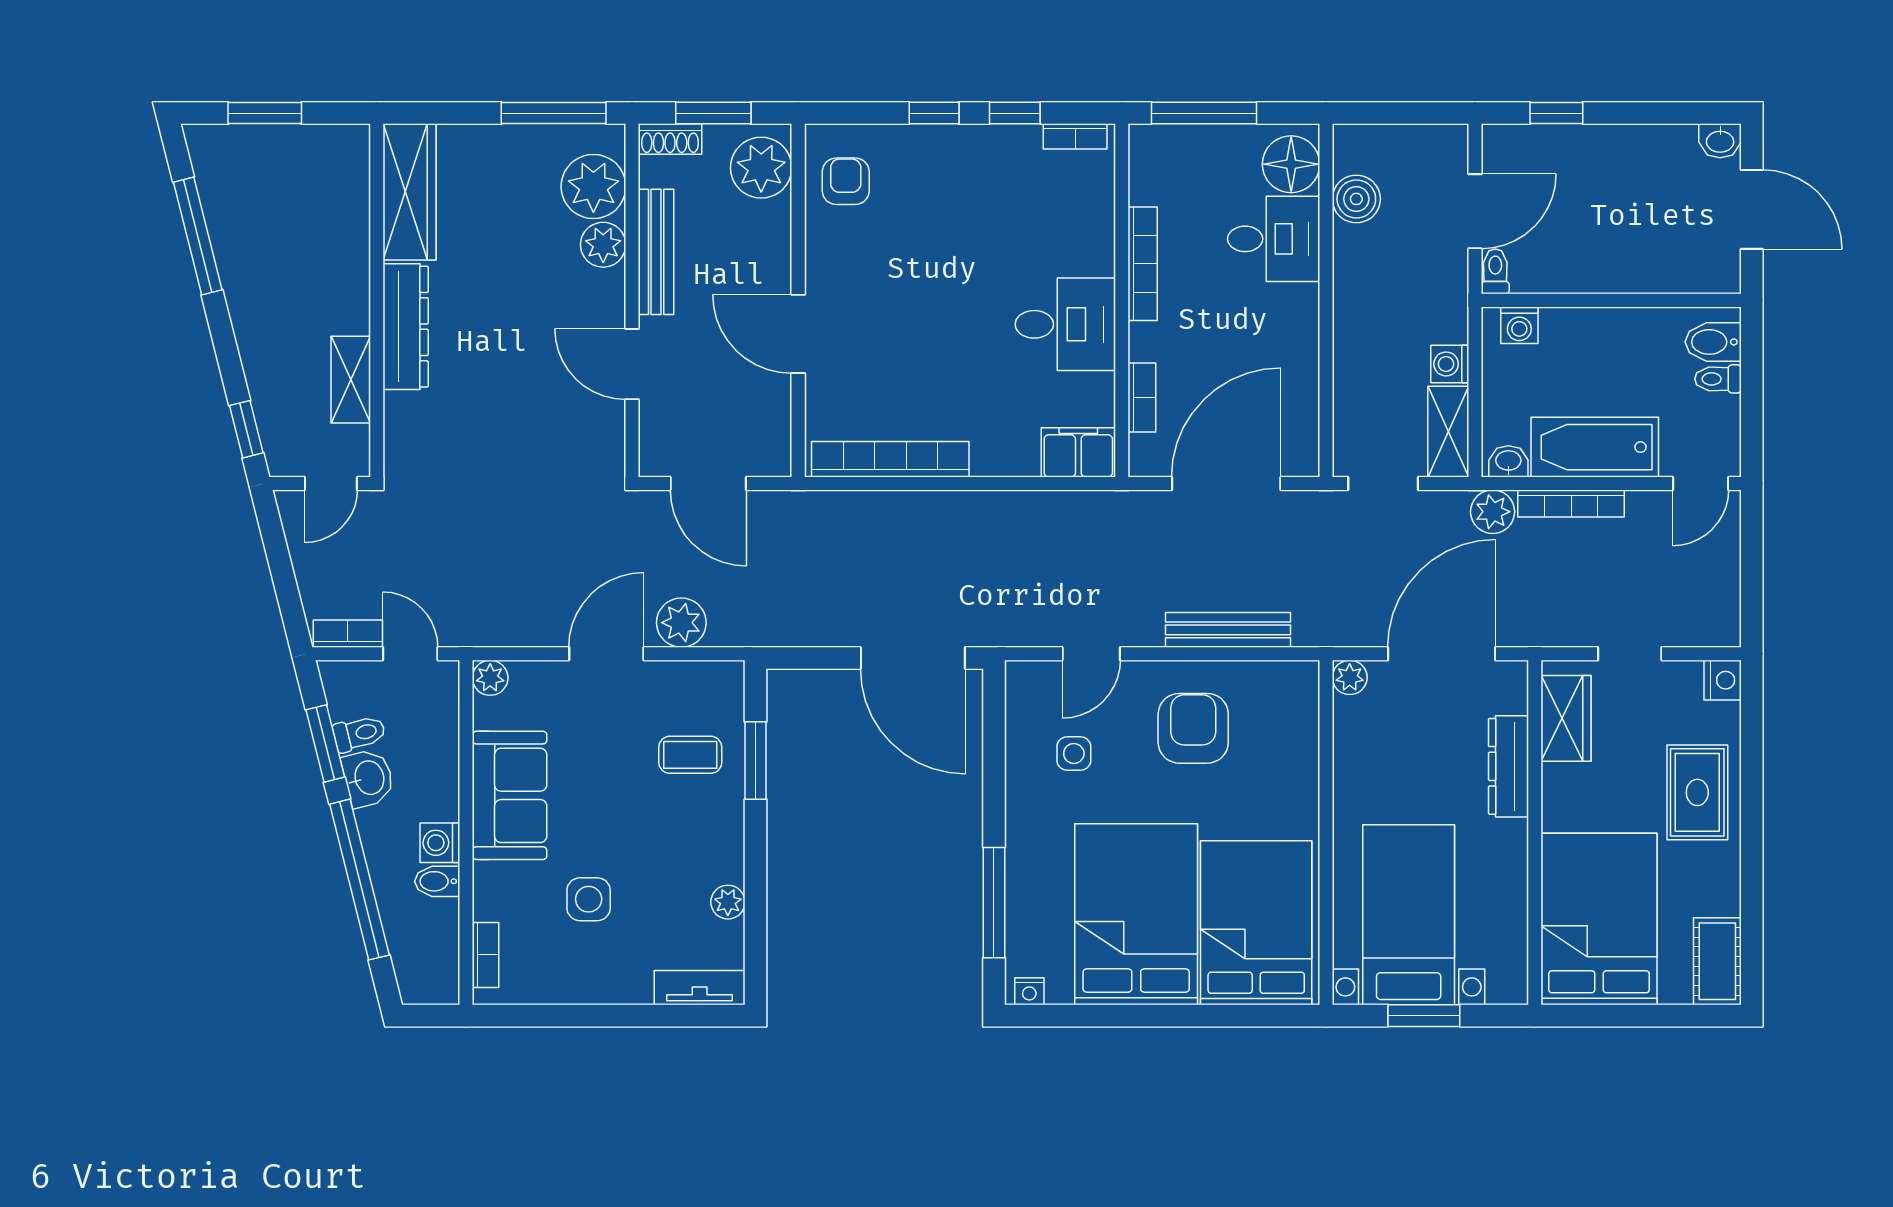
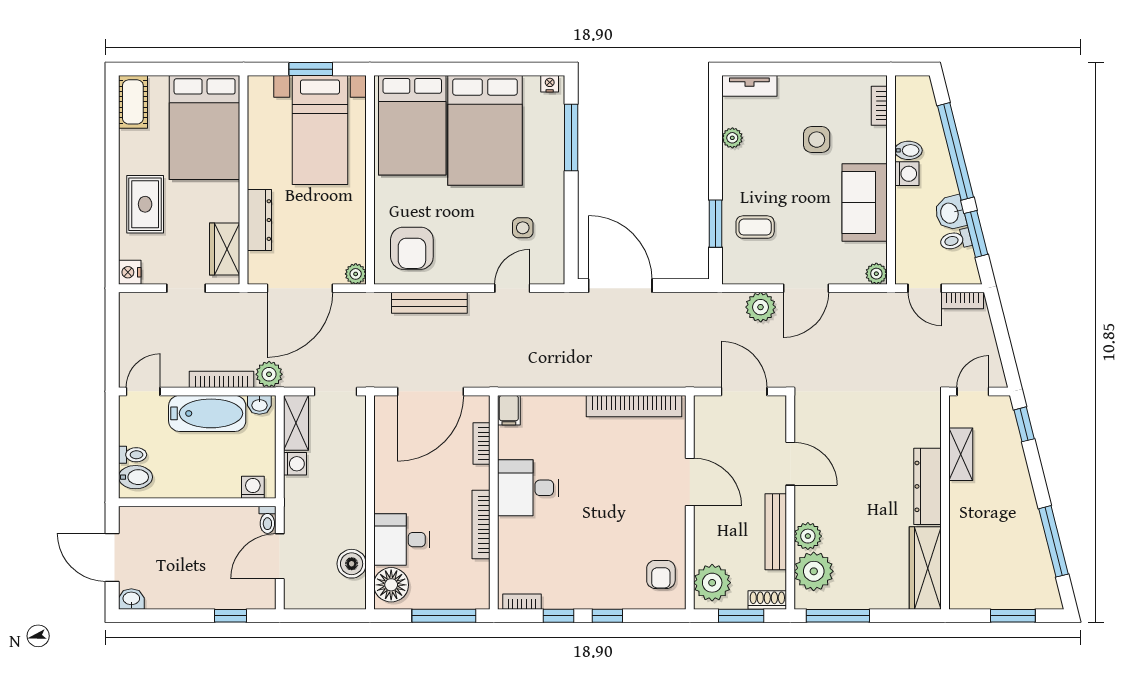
filing cabinet: (1078, 452) -> (509, 410), width x0.50
armchair: (1193, 728) -> (412, 248), moved

